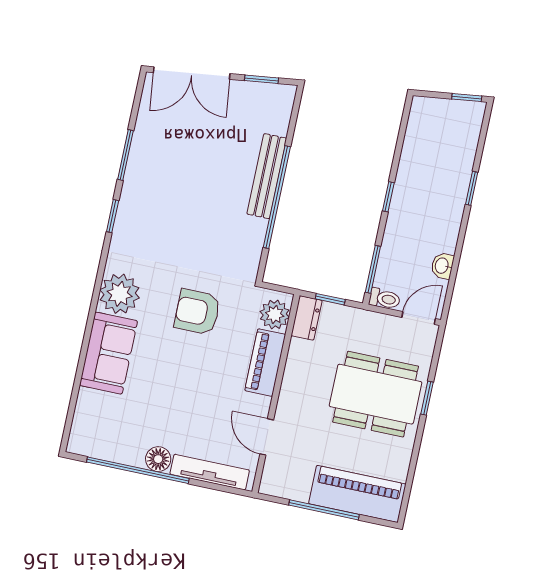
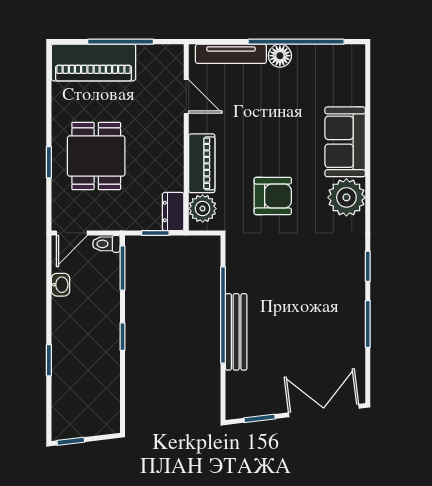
dining table: (376, 394) -> (96, 156), width x0.73

